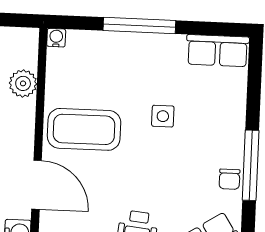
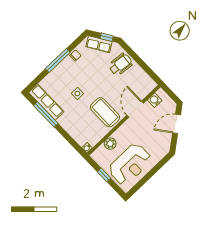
window: (139, 25) -> (46, 114), moved
row of seats: (218, 51) -> (46, 102), width x1.48
window: (251, 165) -> (58, 61), moved

